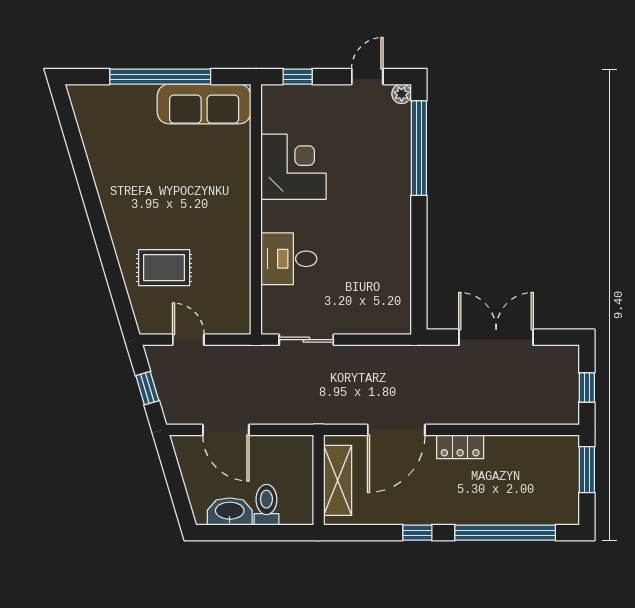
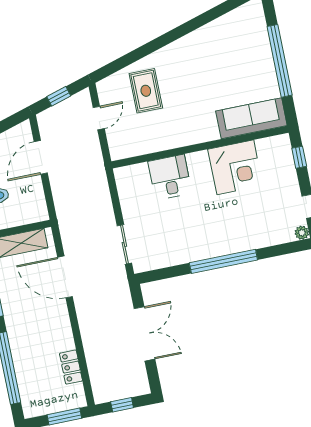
sofa: (204, 104) -> (251, 118), moved, turned 90
window: (419, 148) -> (223, 261), moved
sliding door: (306, 340) -> (124, 244), moved
locker: (460, 447) -> (71, 367), moved

